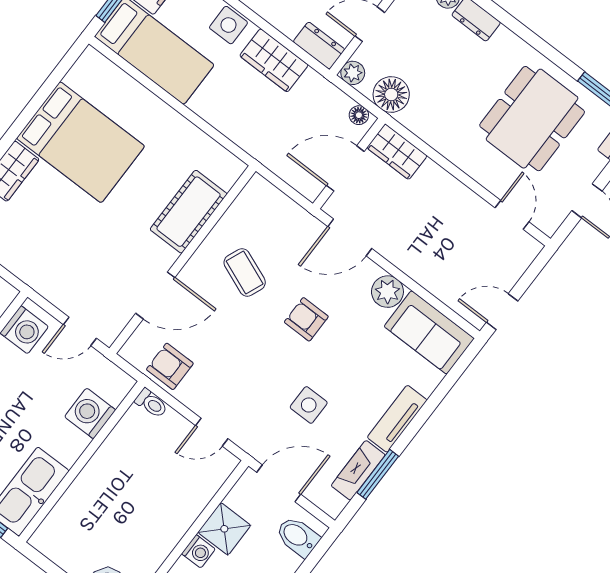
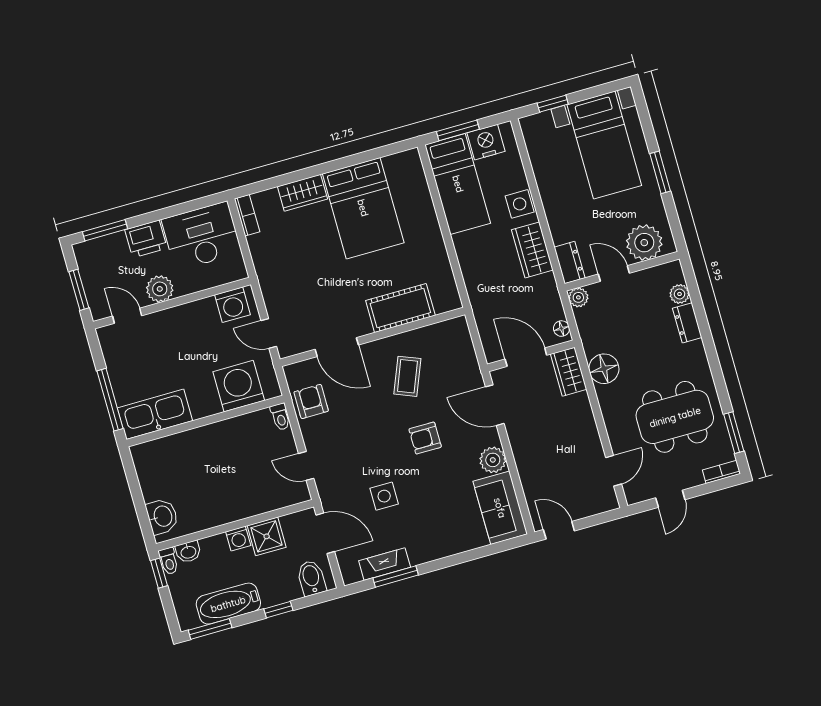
floor lamp: (391, 94) -> (604, 369), moved
armchair: (306, 319) -> (425, 438), turned -90
washing machine: (90, 413) -> (239, 386), width x1.37, depth x1.37
tv unit: (397, 419) -> (436, 549), removed

